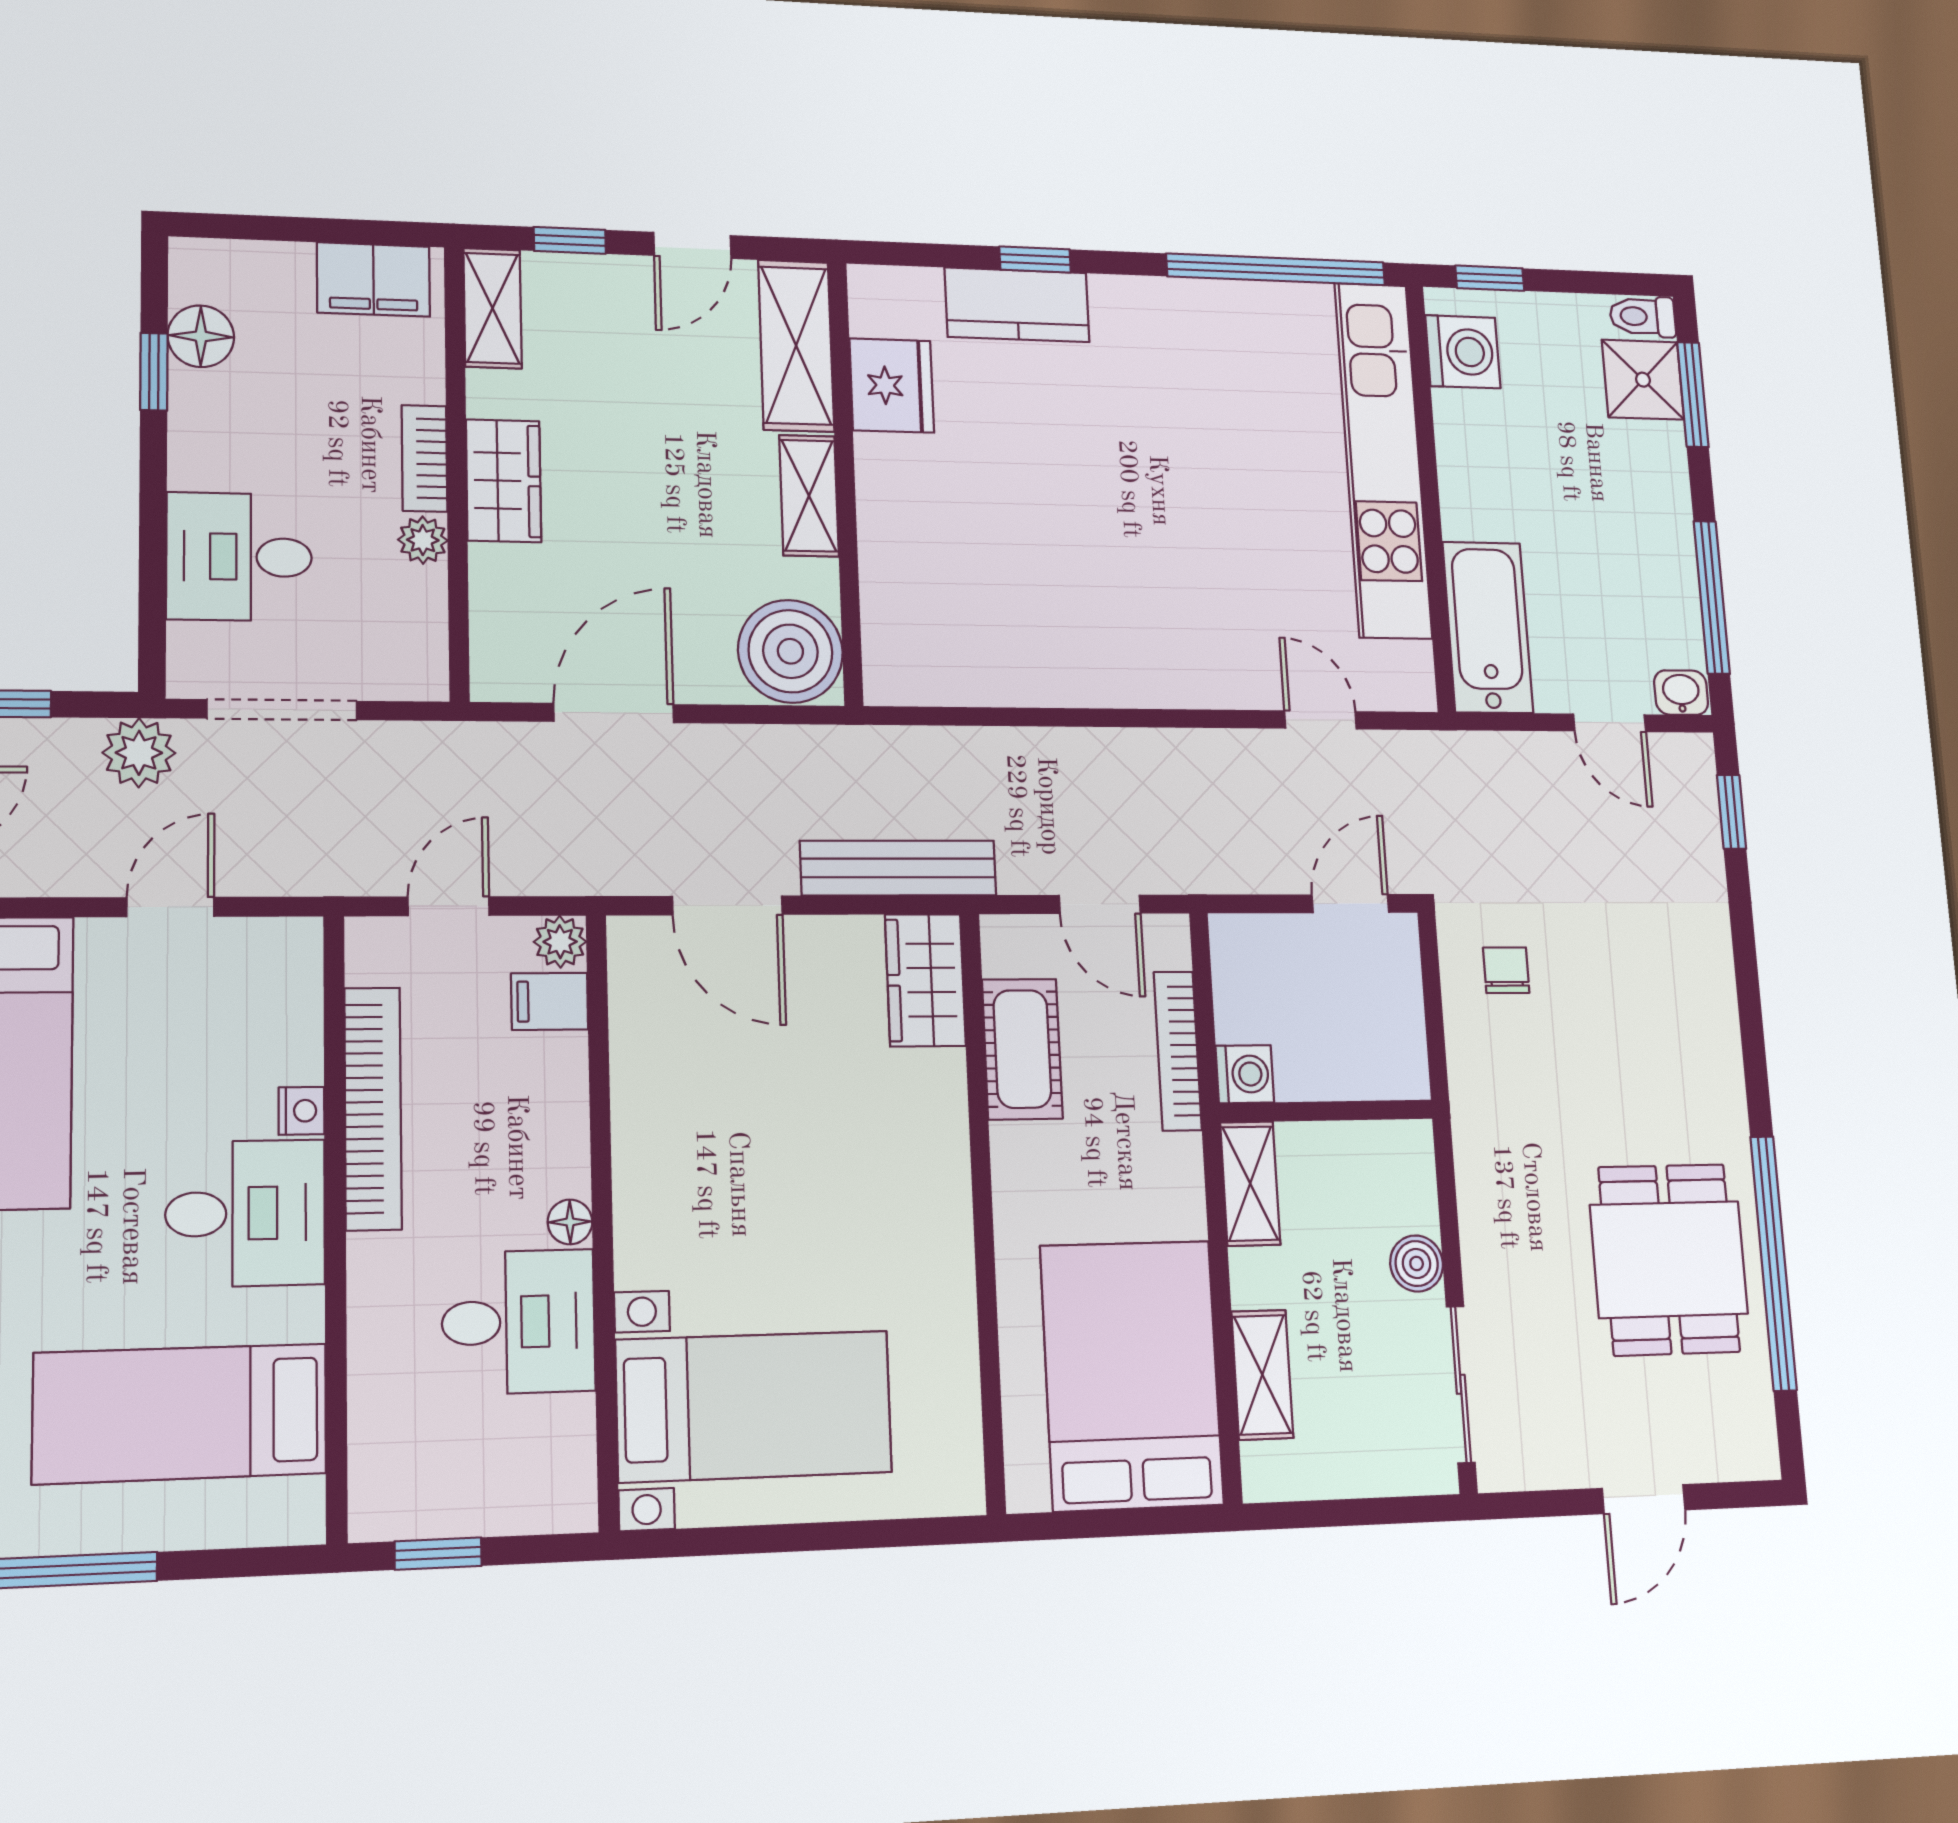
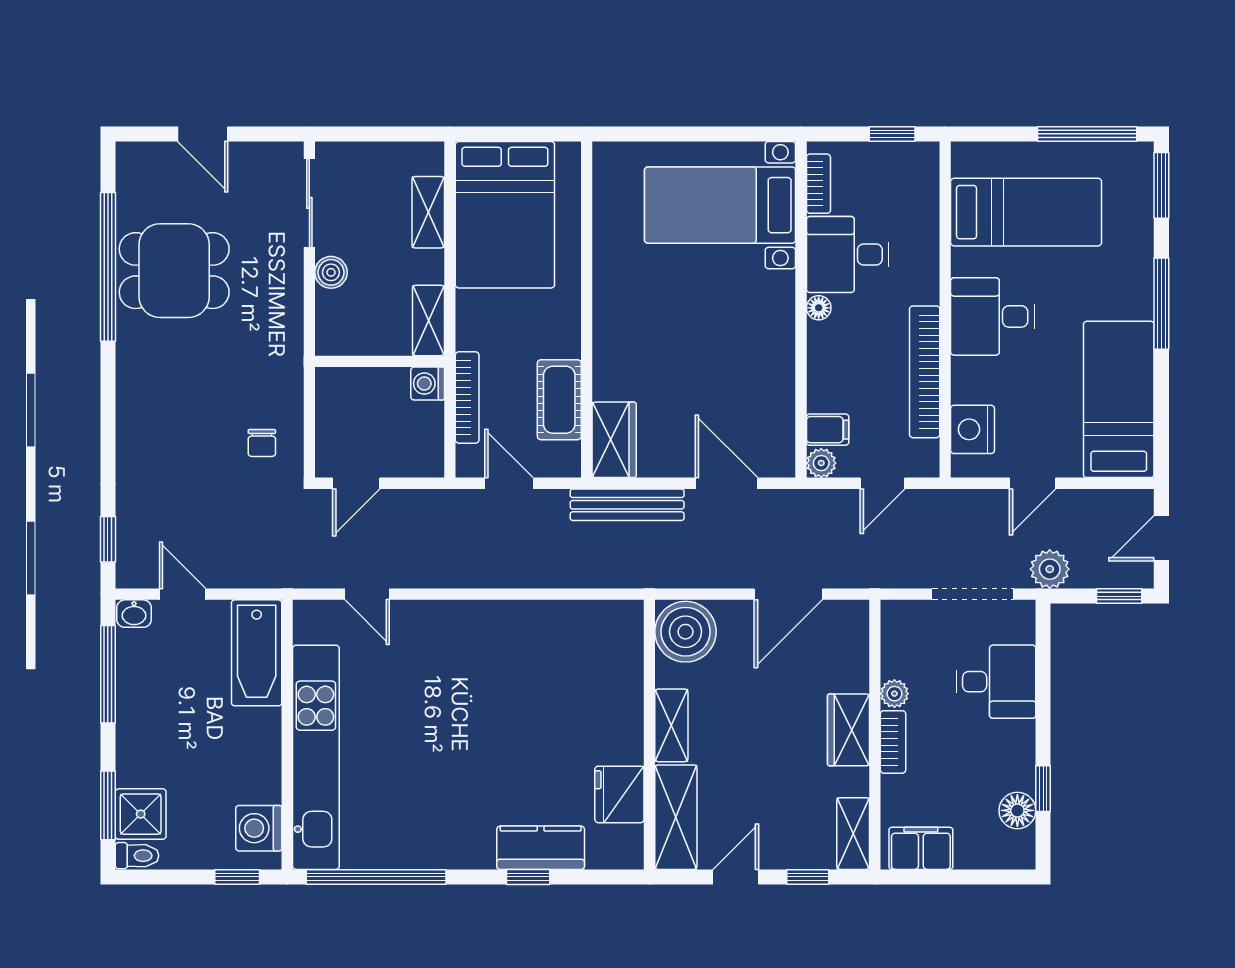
nightstand: (301, 1111) -> (972, 429), moved, width x1.89, depth x1.79
dining table: (1669, 1259) -> (174, 271), turned 90
bookcase: (575, 1453) -> (818, 184), added
door: (1644, 1499) -> (203, 134), swing flipped

